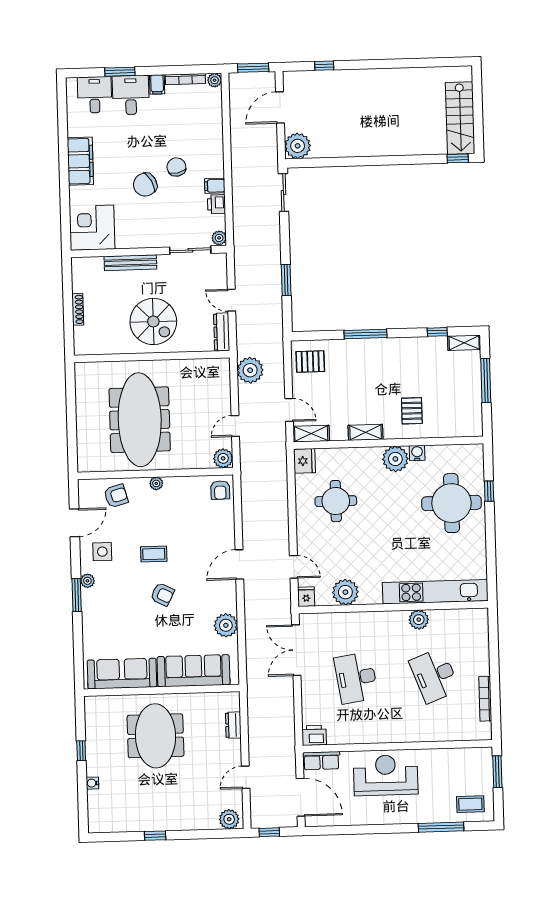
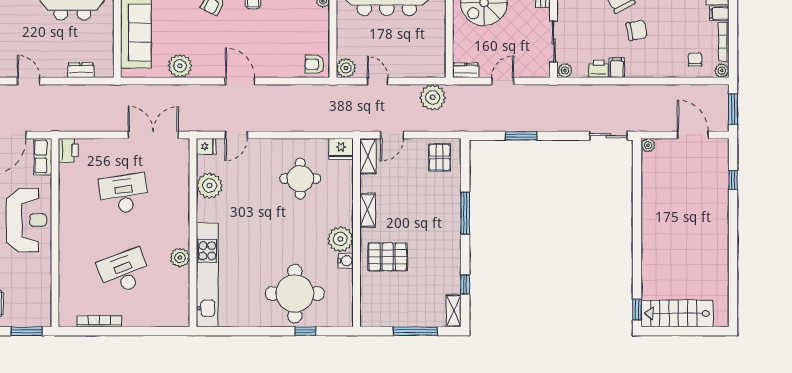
chair: (204, 107) -> (695, 60), added
plant: (298, 146) -> (648, 145), width x0.53, depth x0.53
dresser: (222, 332) -> (466, 70), width x0.70
pallet: (412, 411) -> (388, 257), width x1.50, depth x1.42

